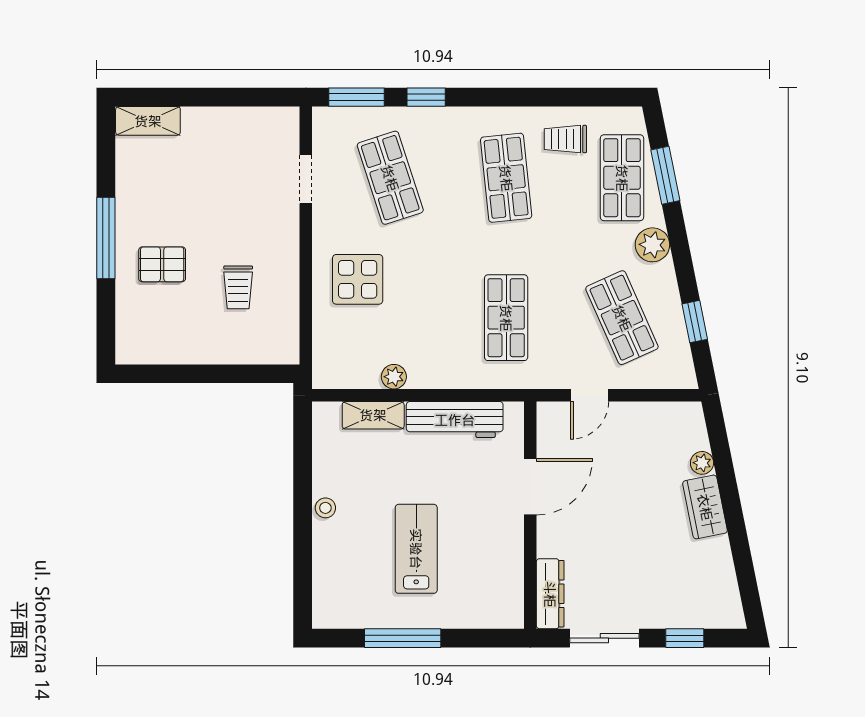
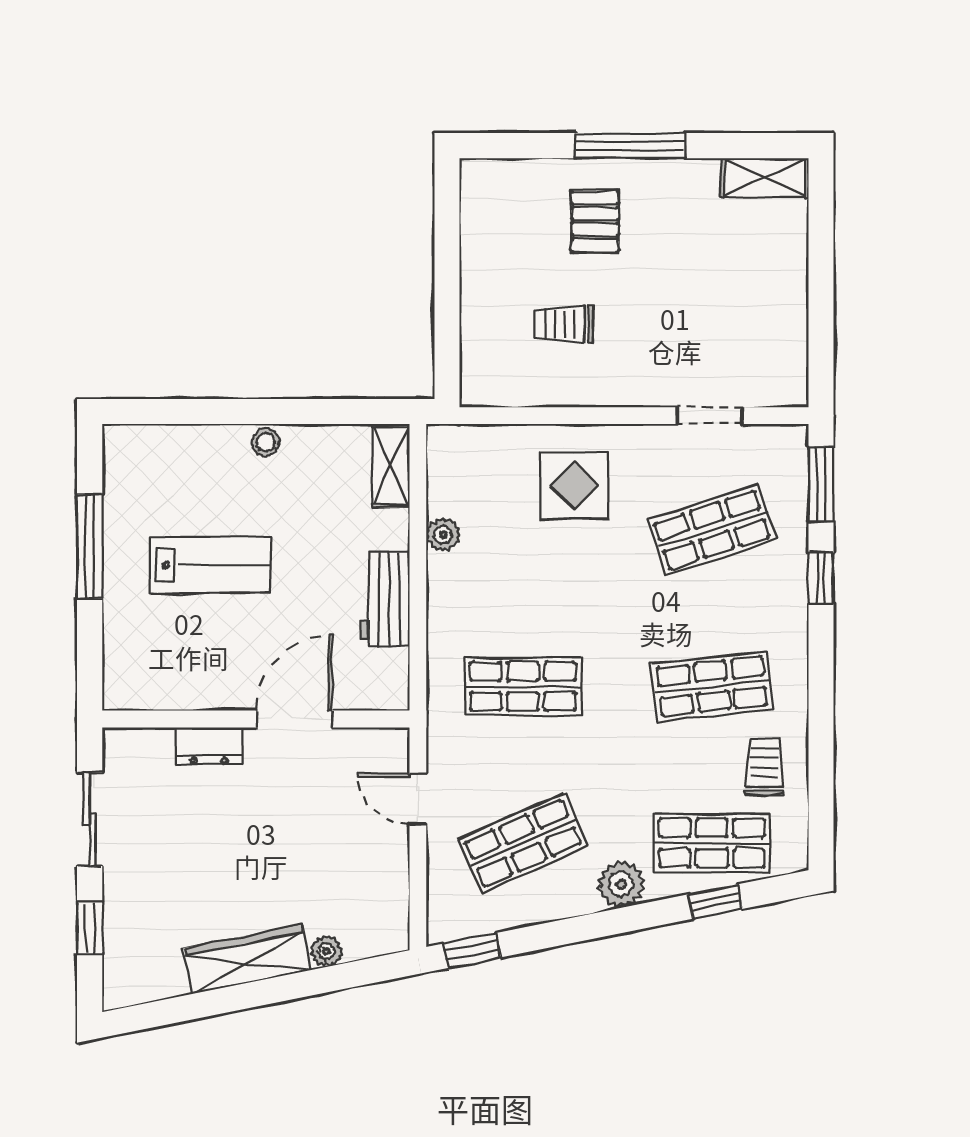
shelving: (148, 121) -> (765, 178), moved, turned 90
window: (665, 175) -> (715, 902), width x0.67
window: (695, 322) -> (472, 950), moved
shelving: (373, 415) -> (391, 466), moved
workbench: (455, 420) -> (385, 599), width x0.73
door: (530, 487) -> (294, 719), swing flipped
wardrobe: (705, 507) -> (247, 959), width x1.50
dresser: (550, 594) -> (209, 746), moved, width x0.70

